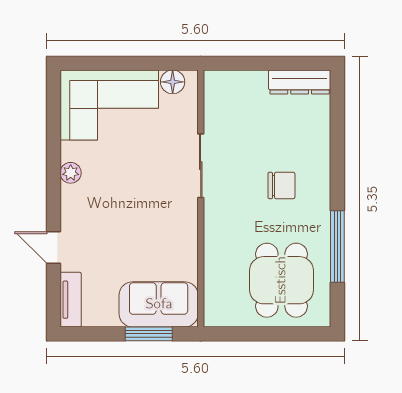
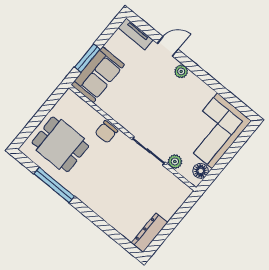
plant: (187, 123) -> (175, 162), added
plant: (71, 173) -> (181, 71), moved
chair: (282, 185) -> (106, 132), moved

